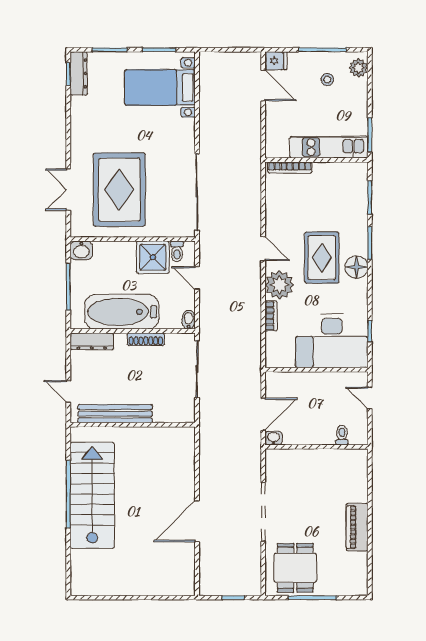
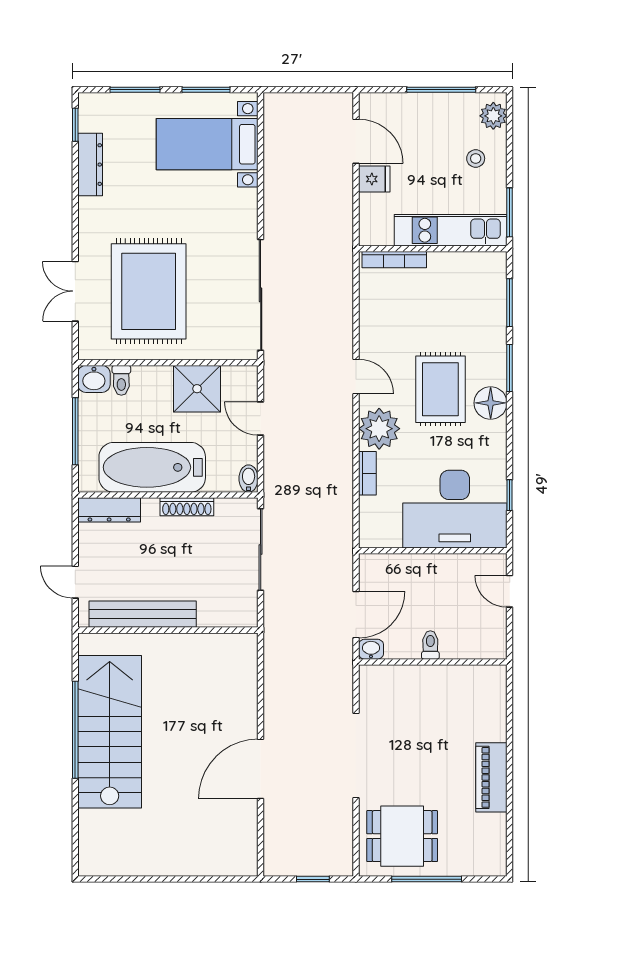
fridge: (276, 61) -> (374, 179), moved
dresser: (79, 73) -> (90, 165), moved
stool: (327, 79) -> (476, 158), moved
toilet: (177, 251) -> (121, 380), moved
toilet: (342, 435) -> (430, 645), moved
dining table: (295, 568) -> (402, 836), turned 90

